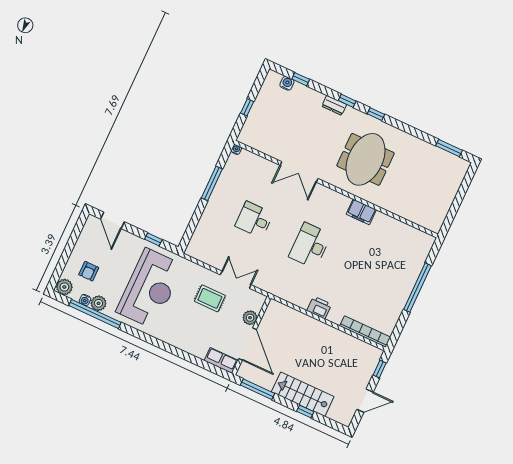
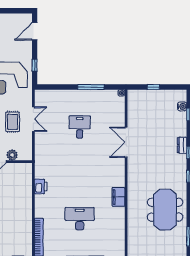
meeting table: (366, 159) -> (165, 210), moved, turned 90
desk: (310, 246) -> (80, 219), moved
double door: (236, 280) -> (33, 119), moved
printer: (319, 307) -> (41, 186), moved

